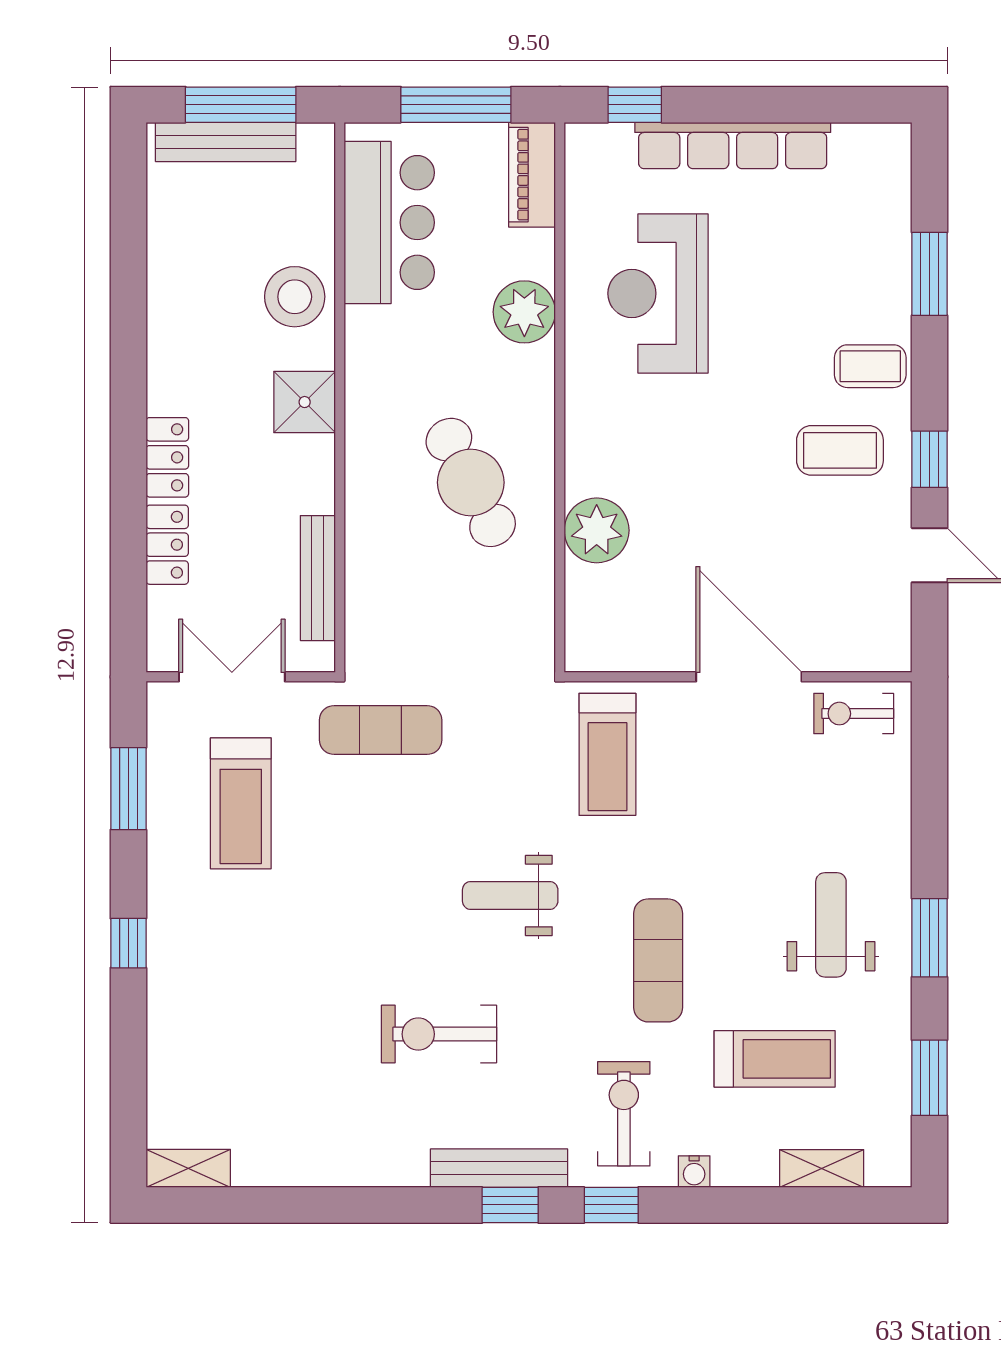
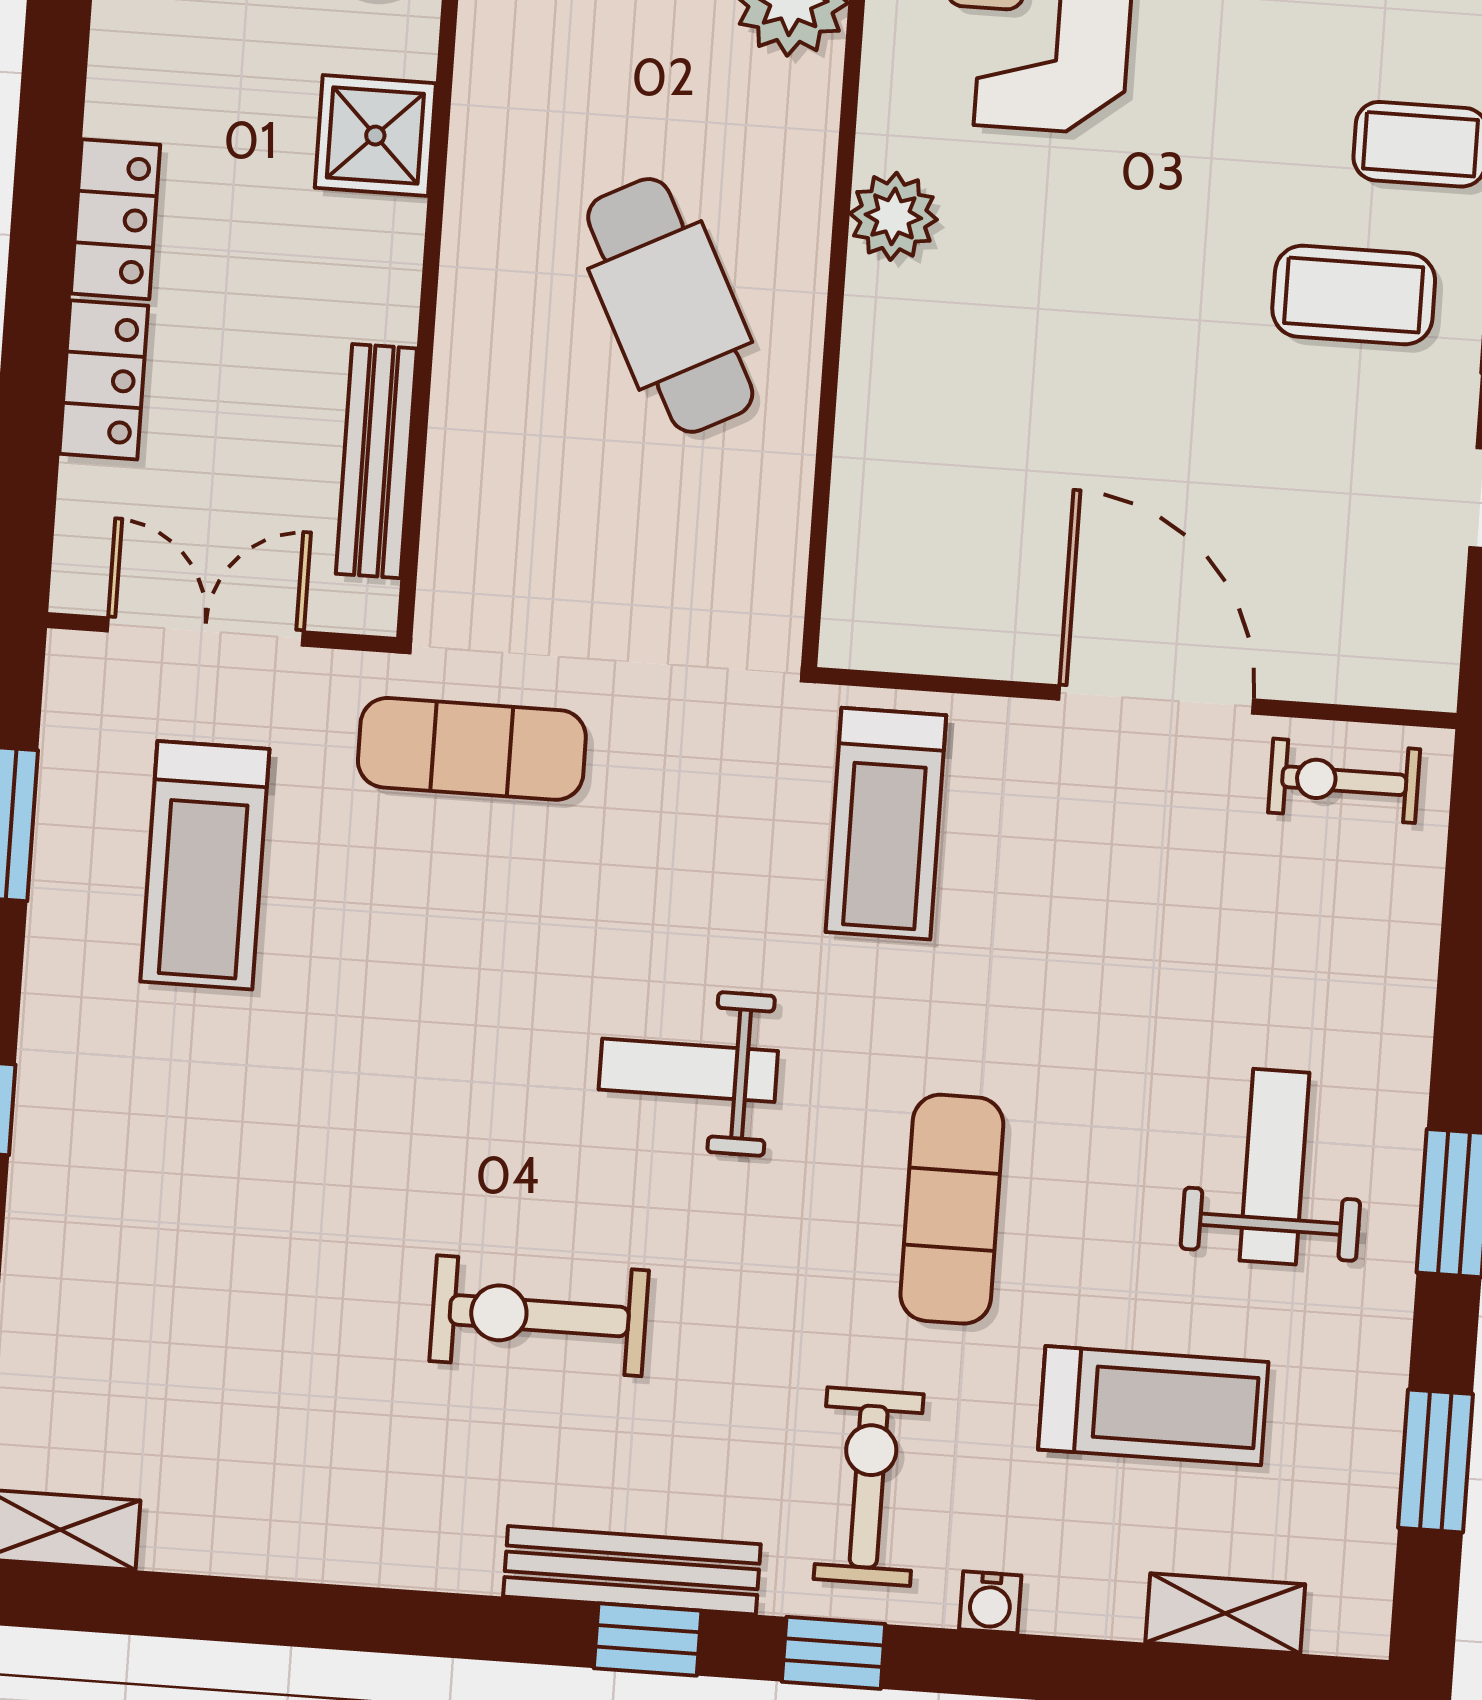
plant: (597, 530) -> (893, 216), moved, width x0.73, depth x0.73

